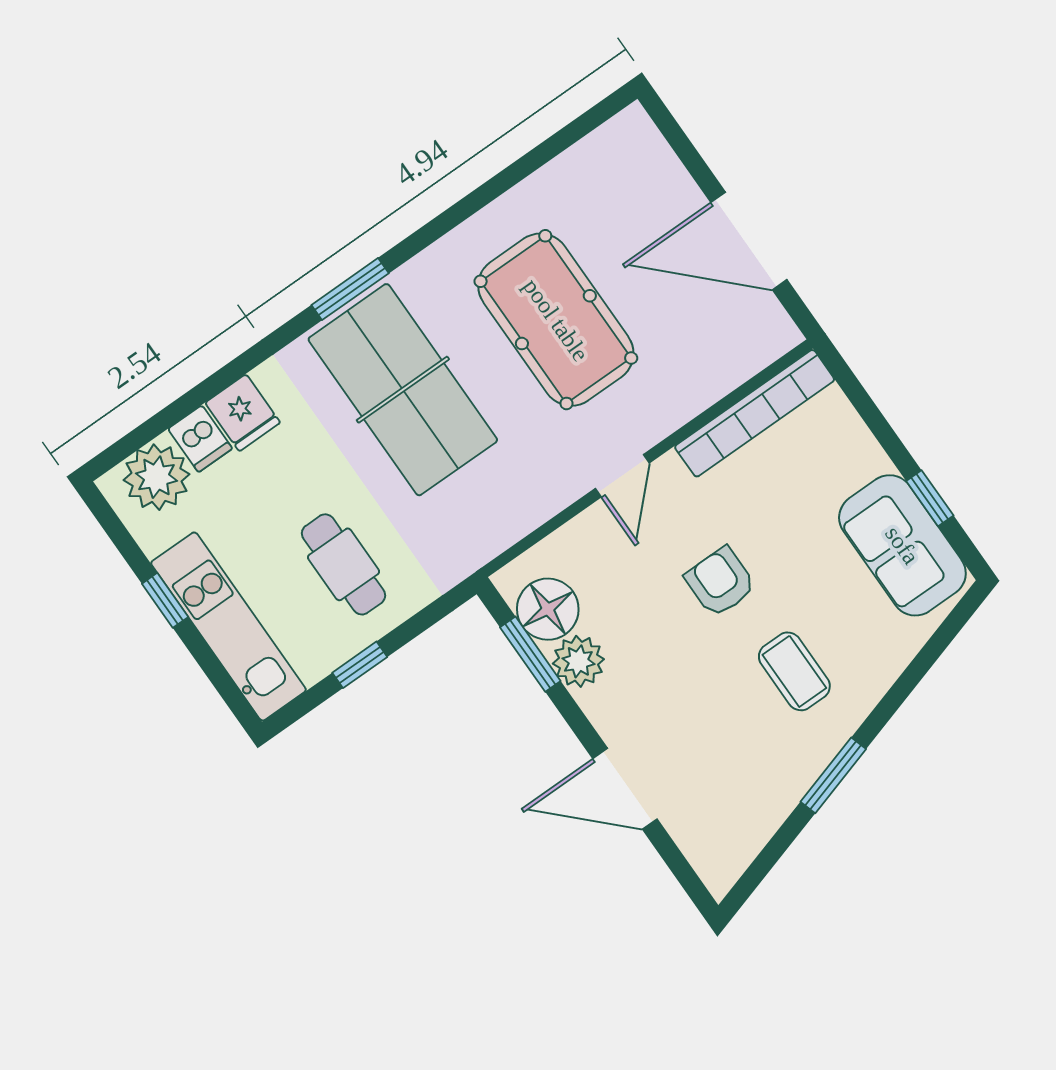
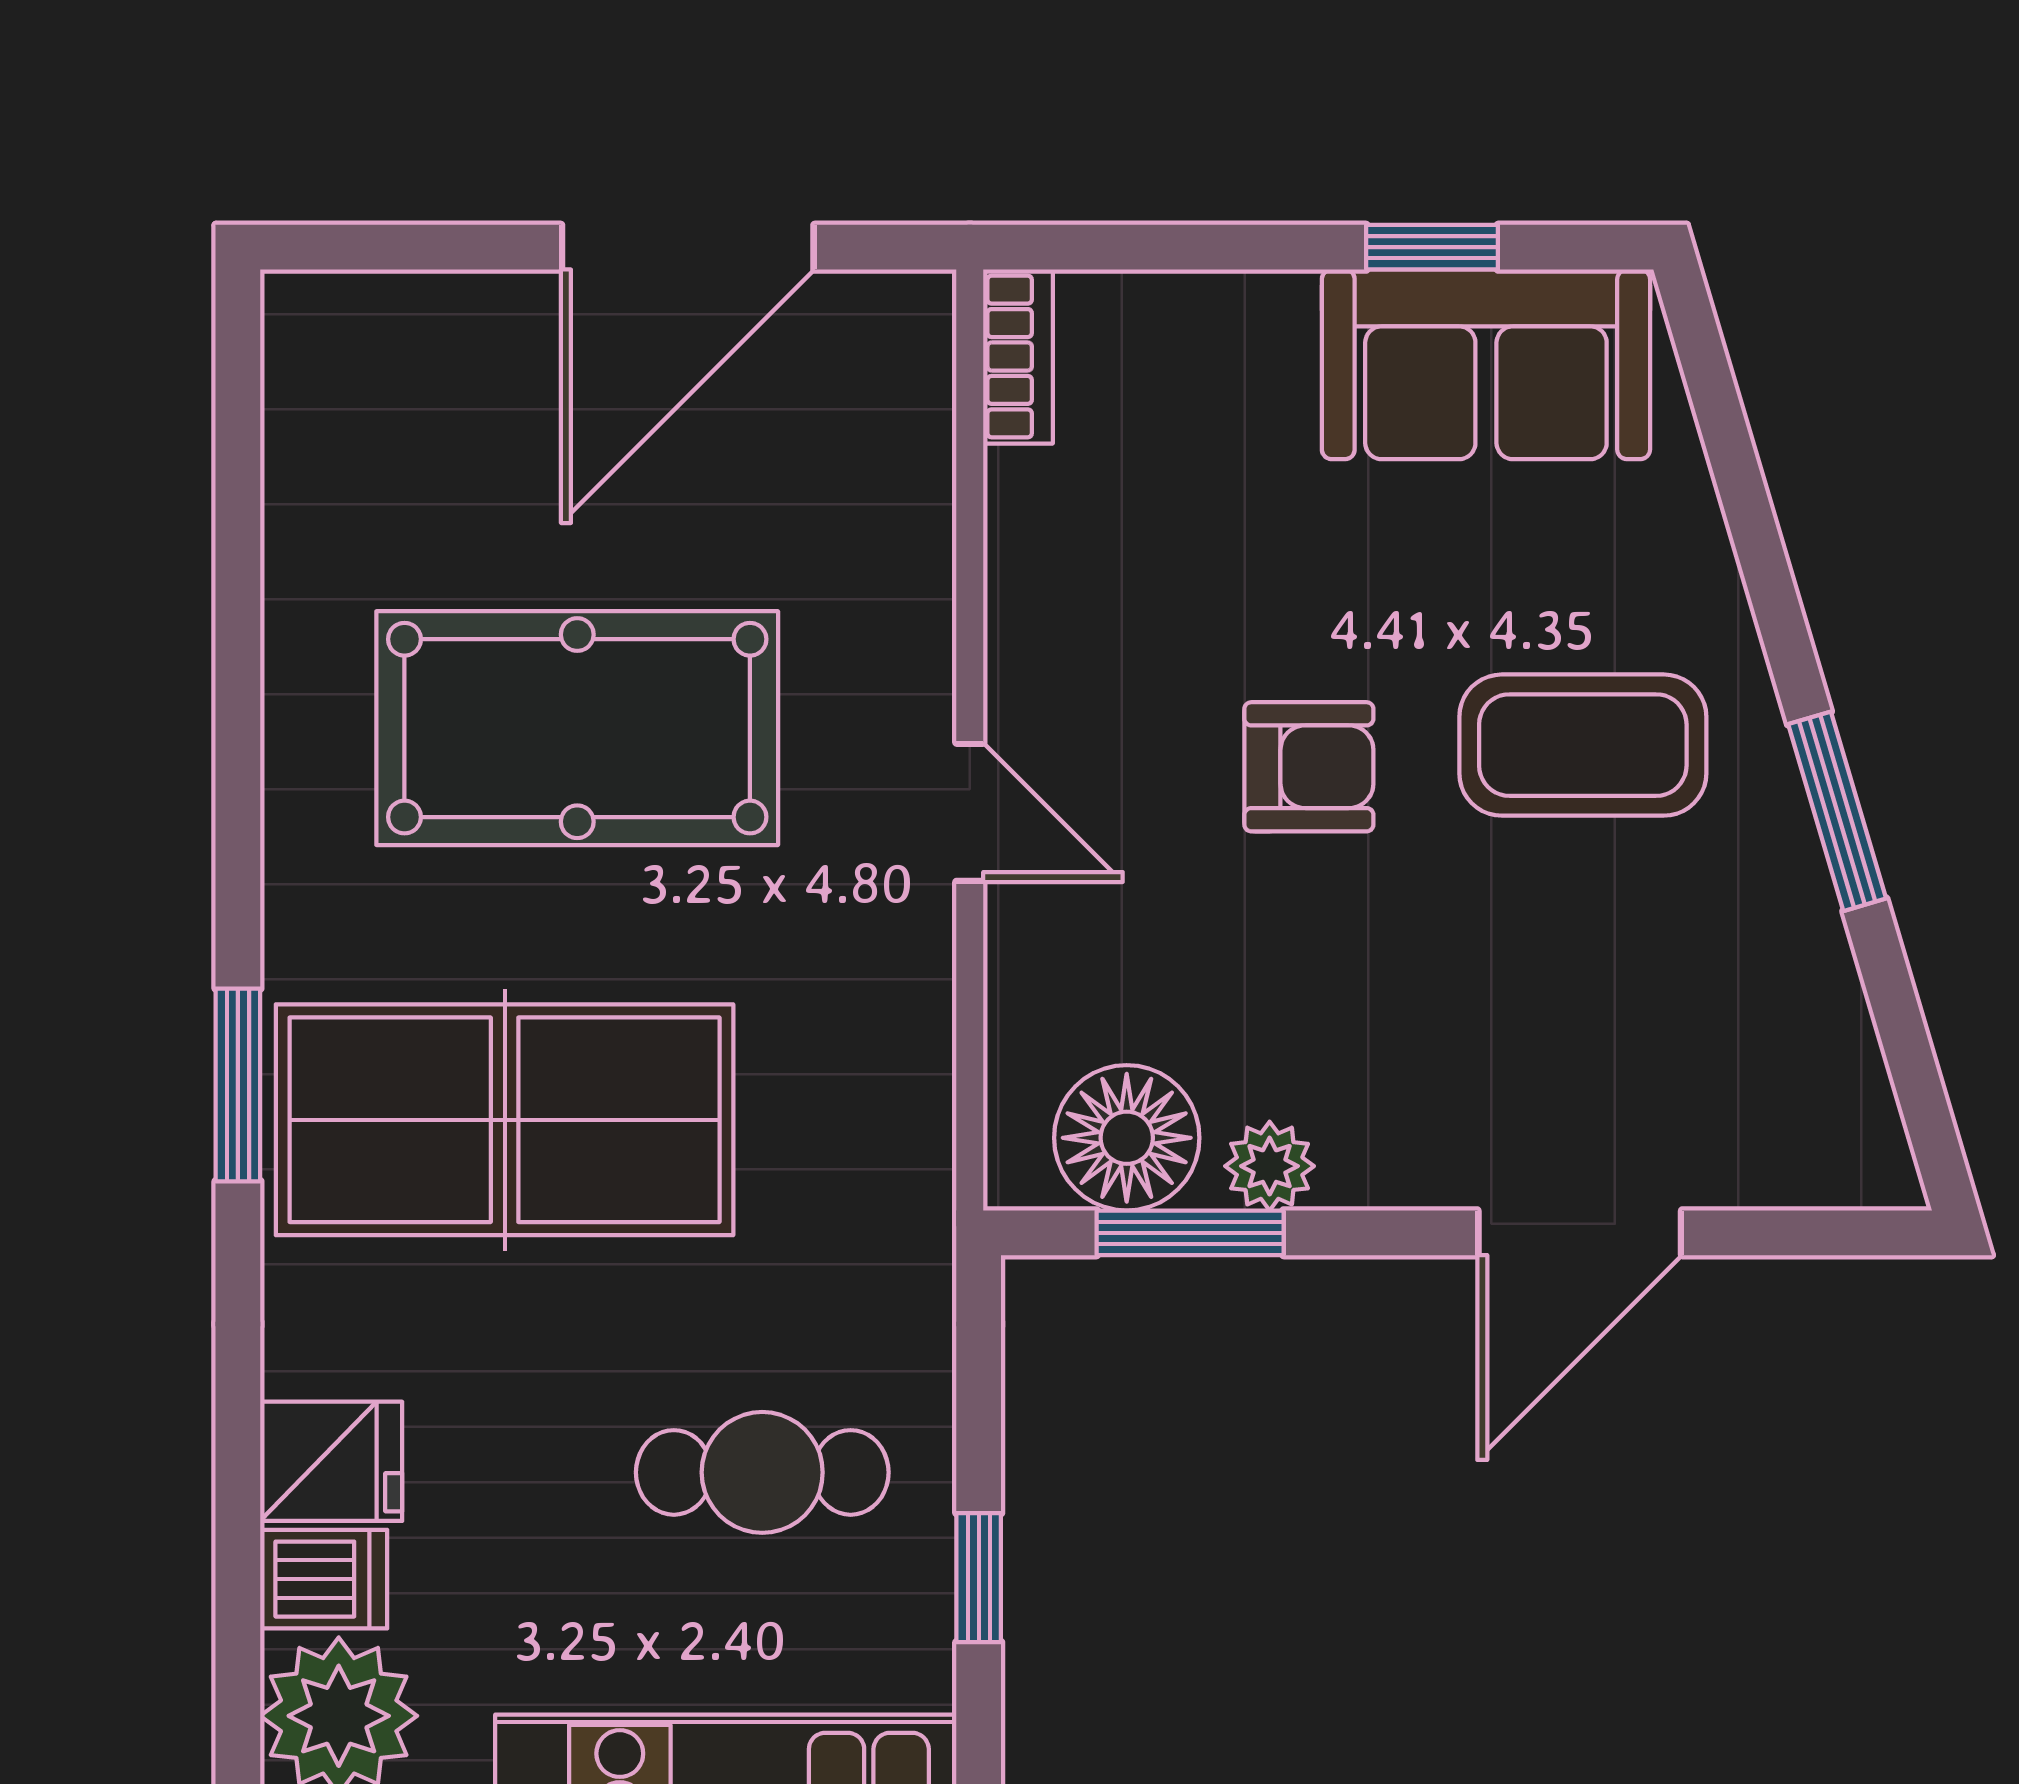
bookcase: (755, 413) -> (1018, 356), width x0.43, depth x0.76
armchair: (720, 582) -> (1309, 767), turned 180
plant: (578, 661) -> (1270, 1166), width x0.73, depth x0.73
coffee table: (794, 671) -> (1583, 745), width x1.36, depth x1.30

